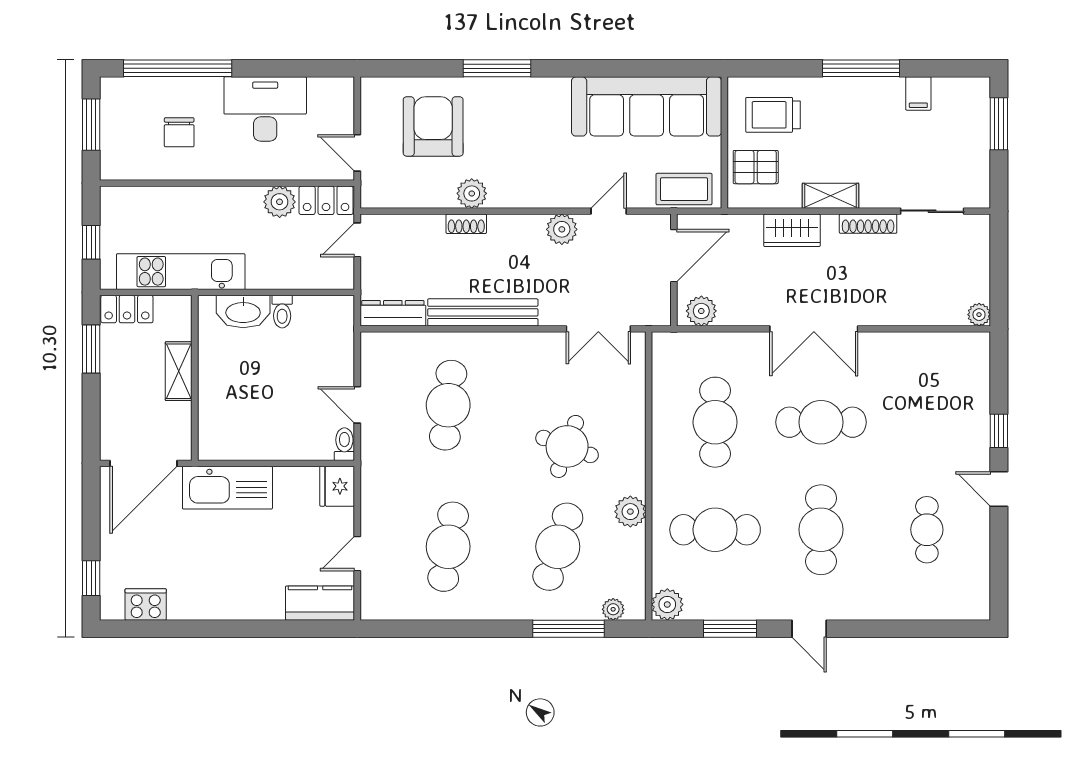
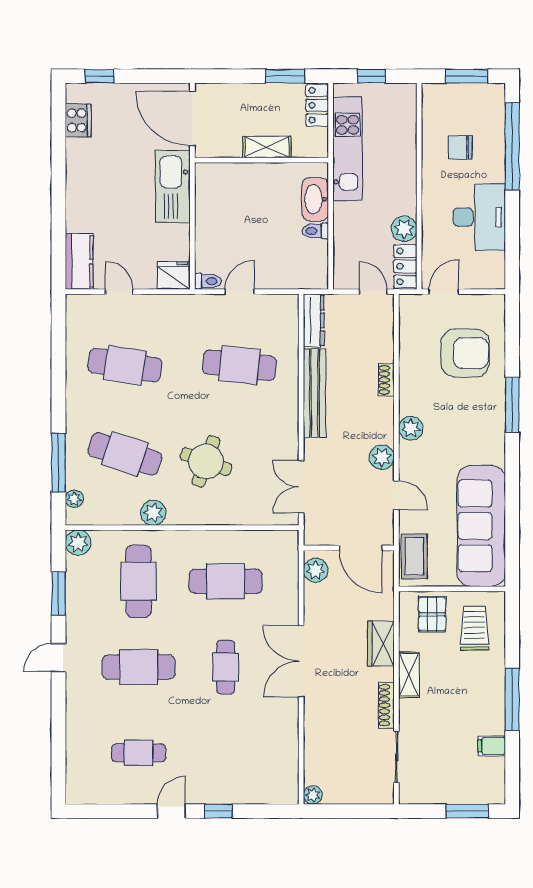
plant: (472, 193) -> (411, 428), moved
cafe table: (821, 422) -> (226, 667), width x0.73, depth x0.74

